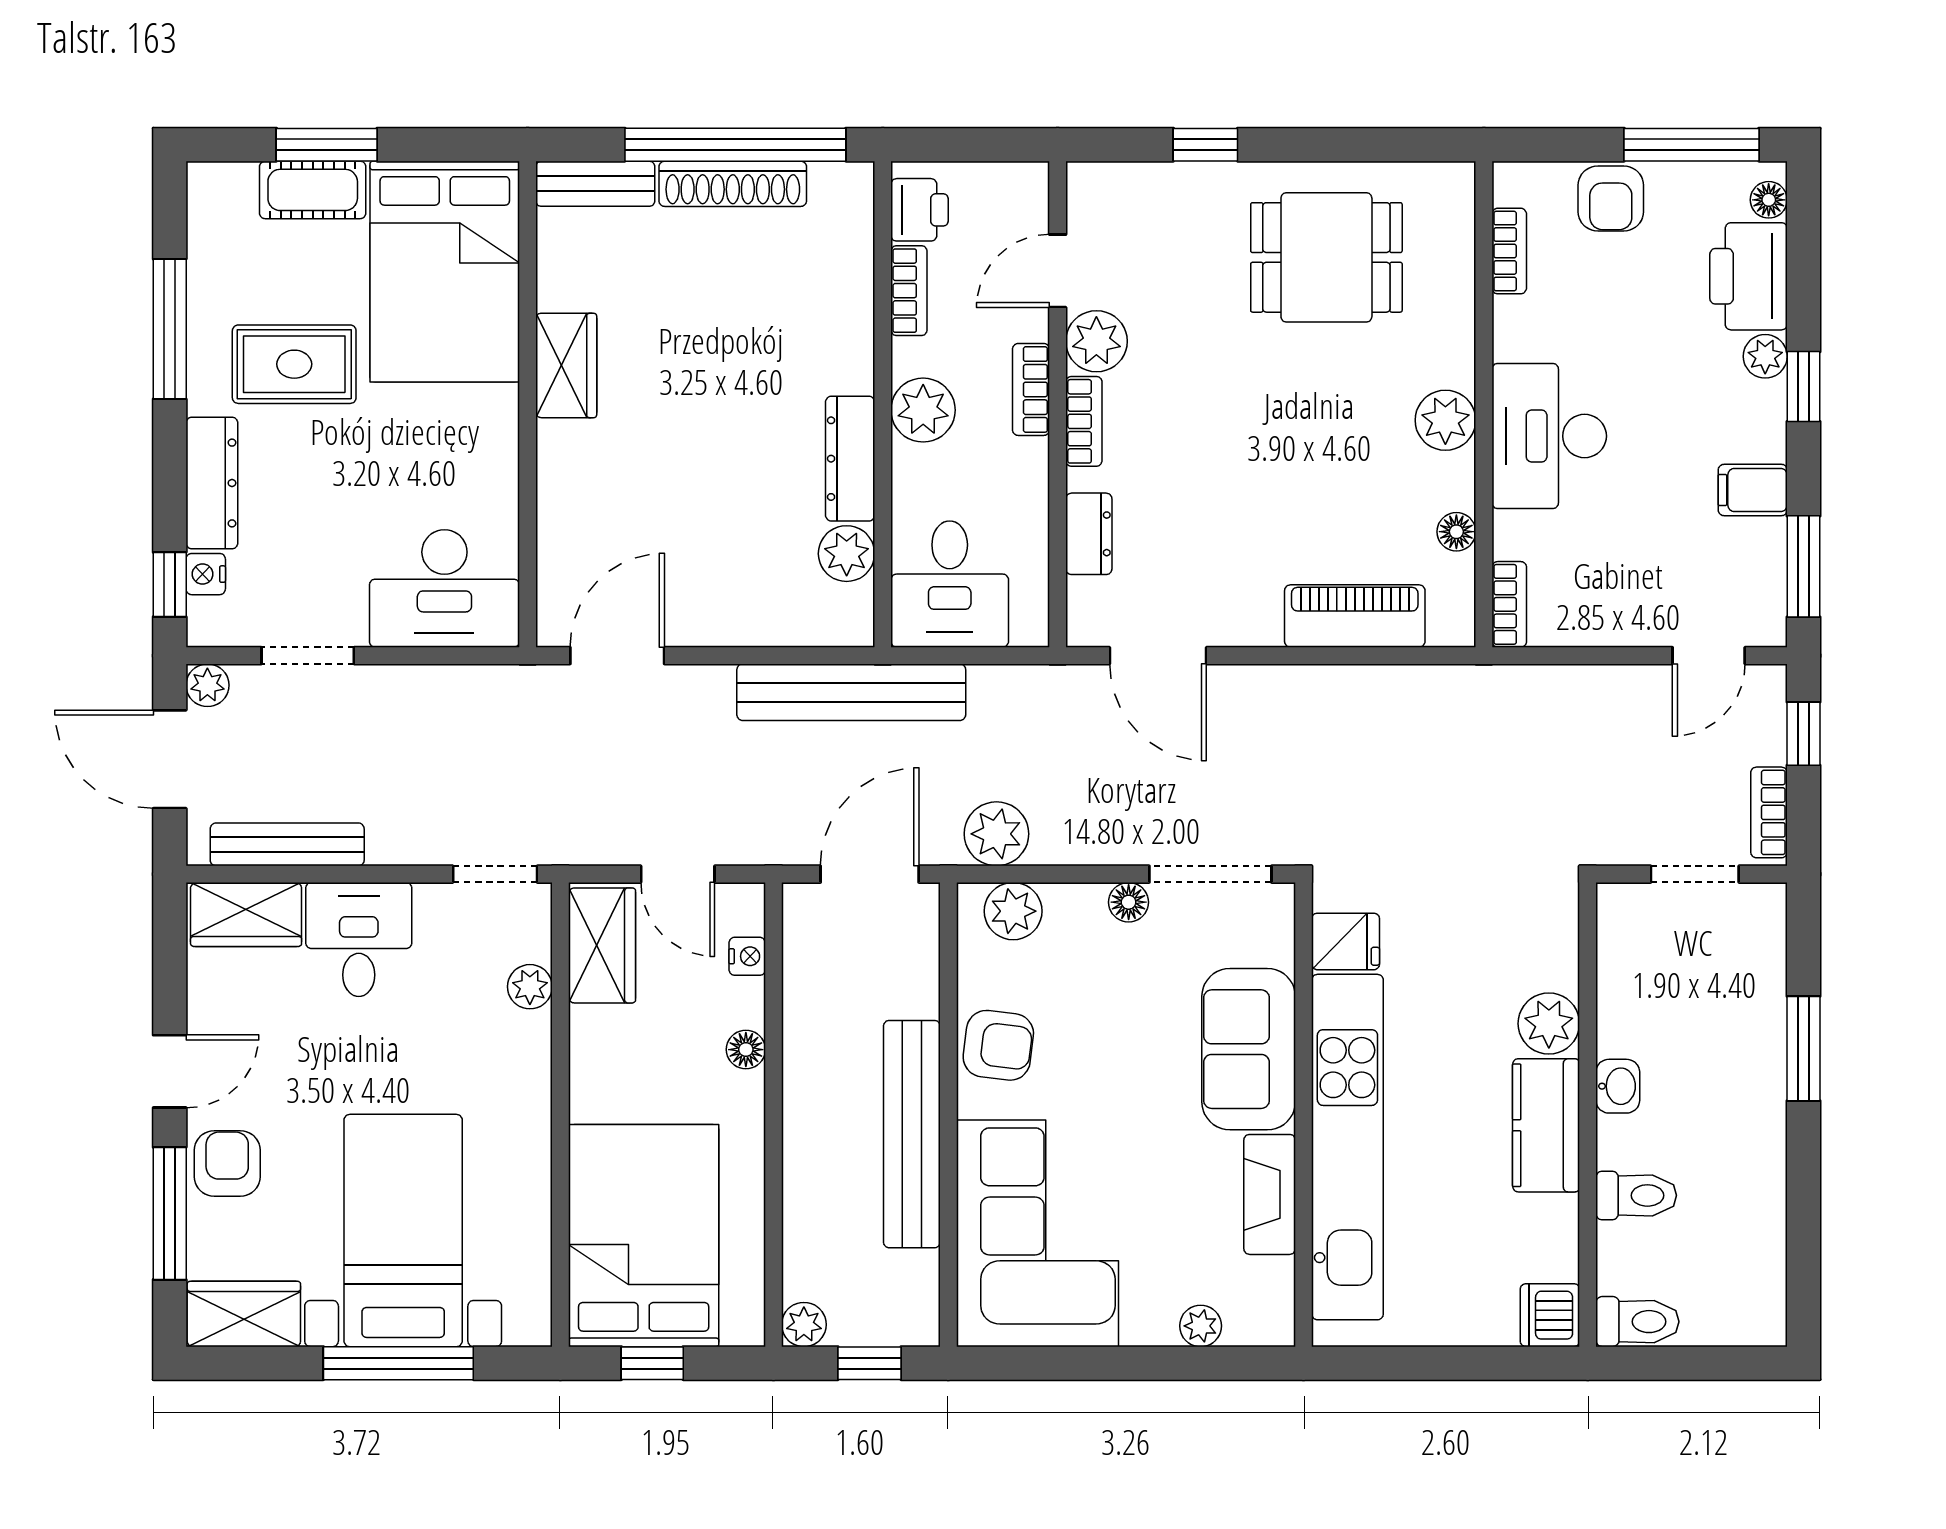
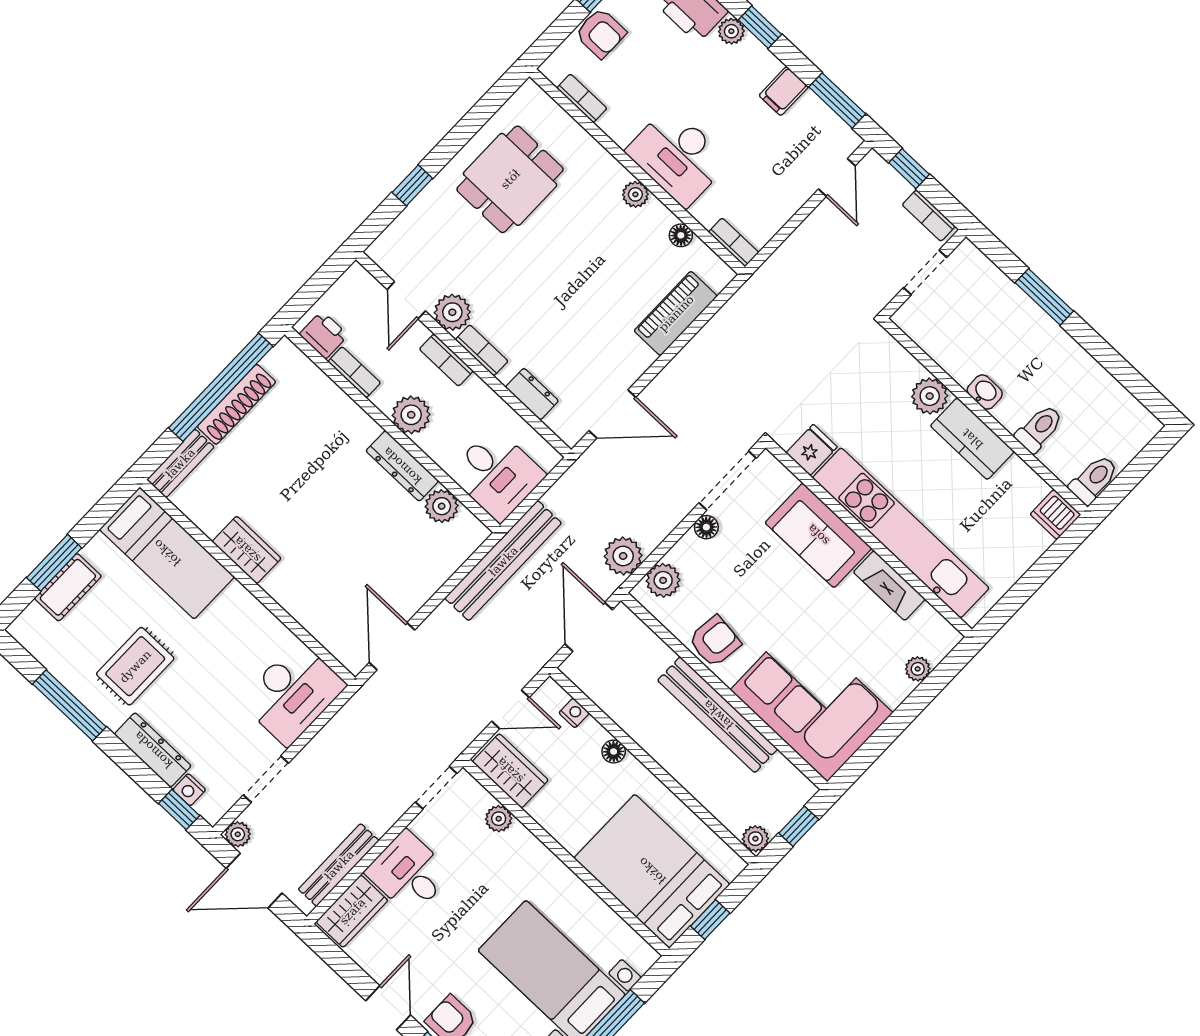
bed: (445, 272) -> (167, 553), width x0.67
plant: (1445, 420) -> (635, 194), width x0.73, depth x0.73

